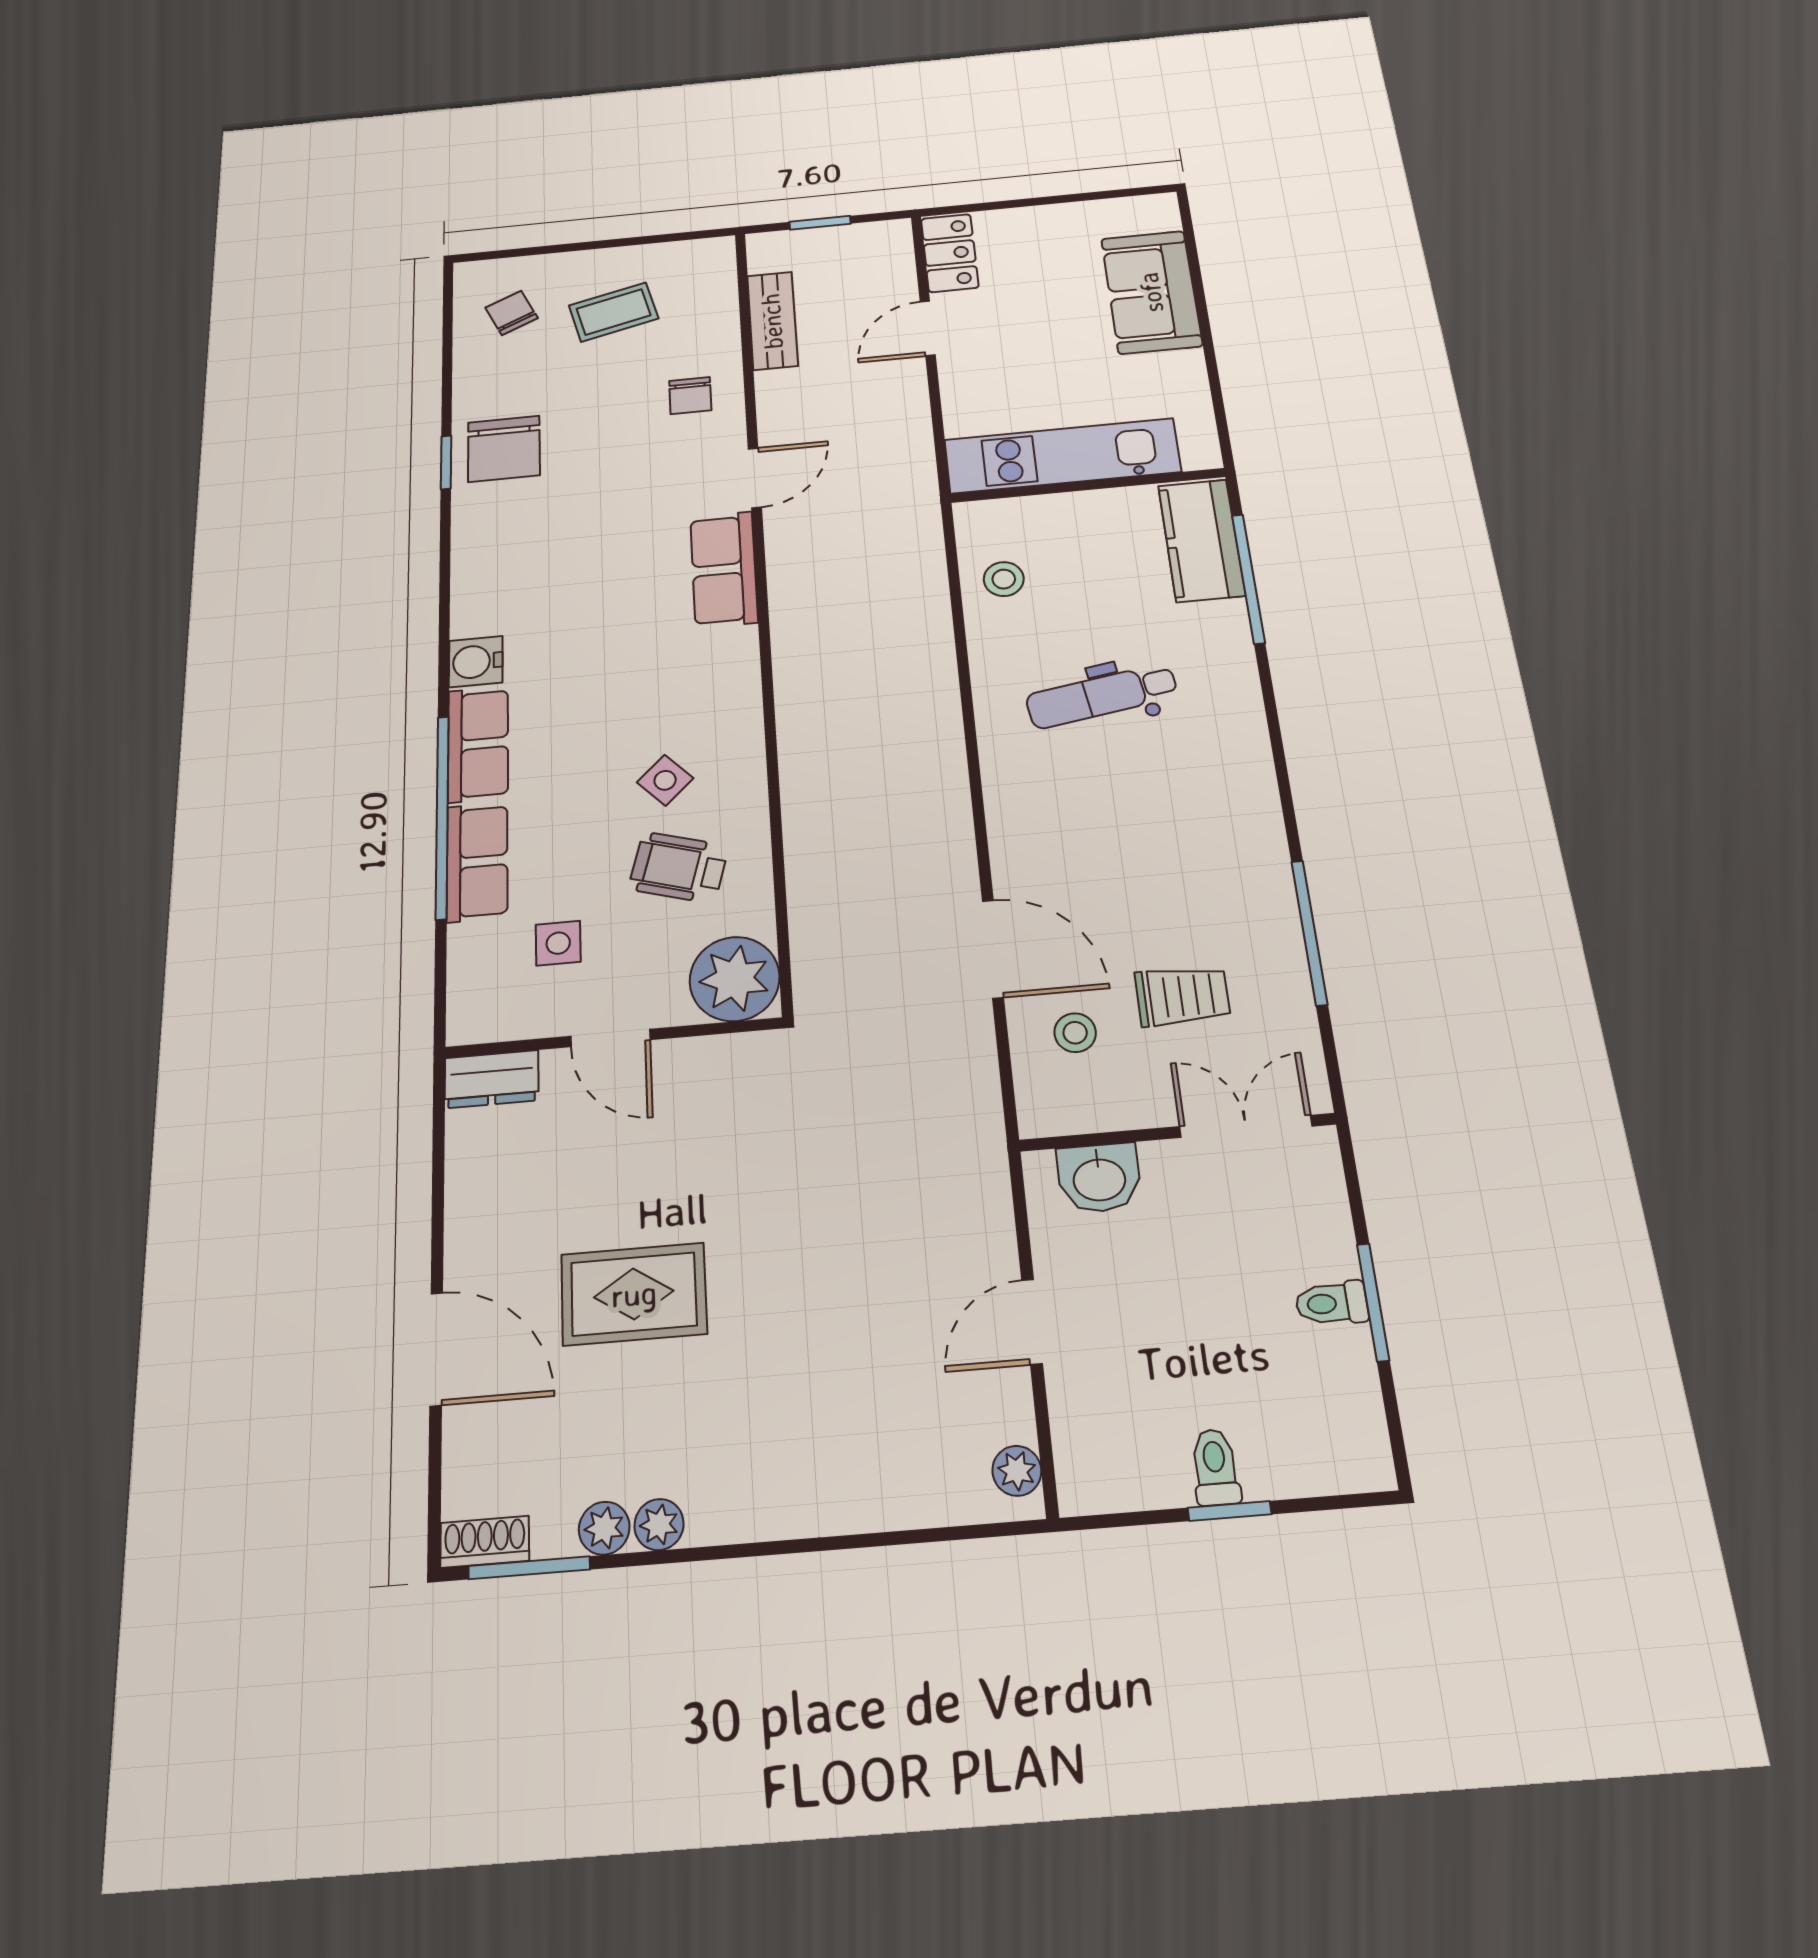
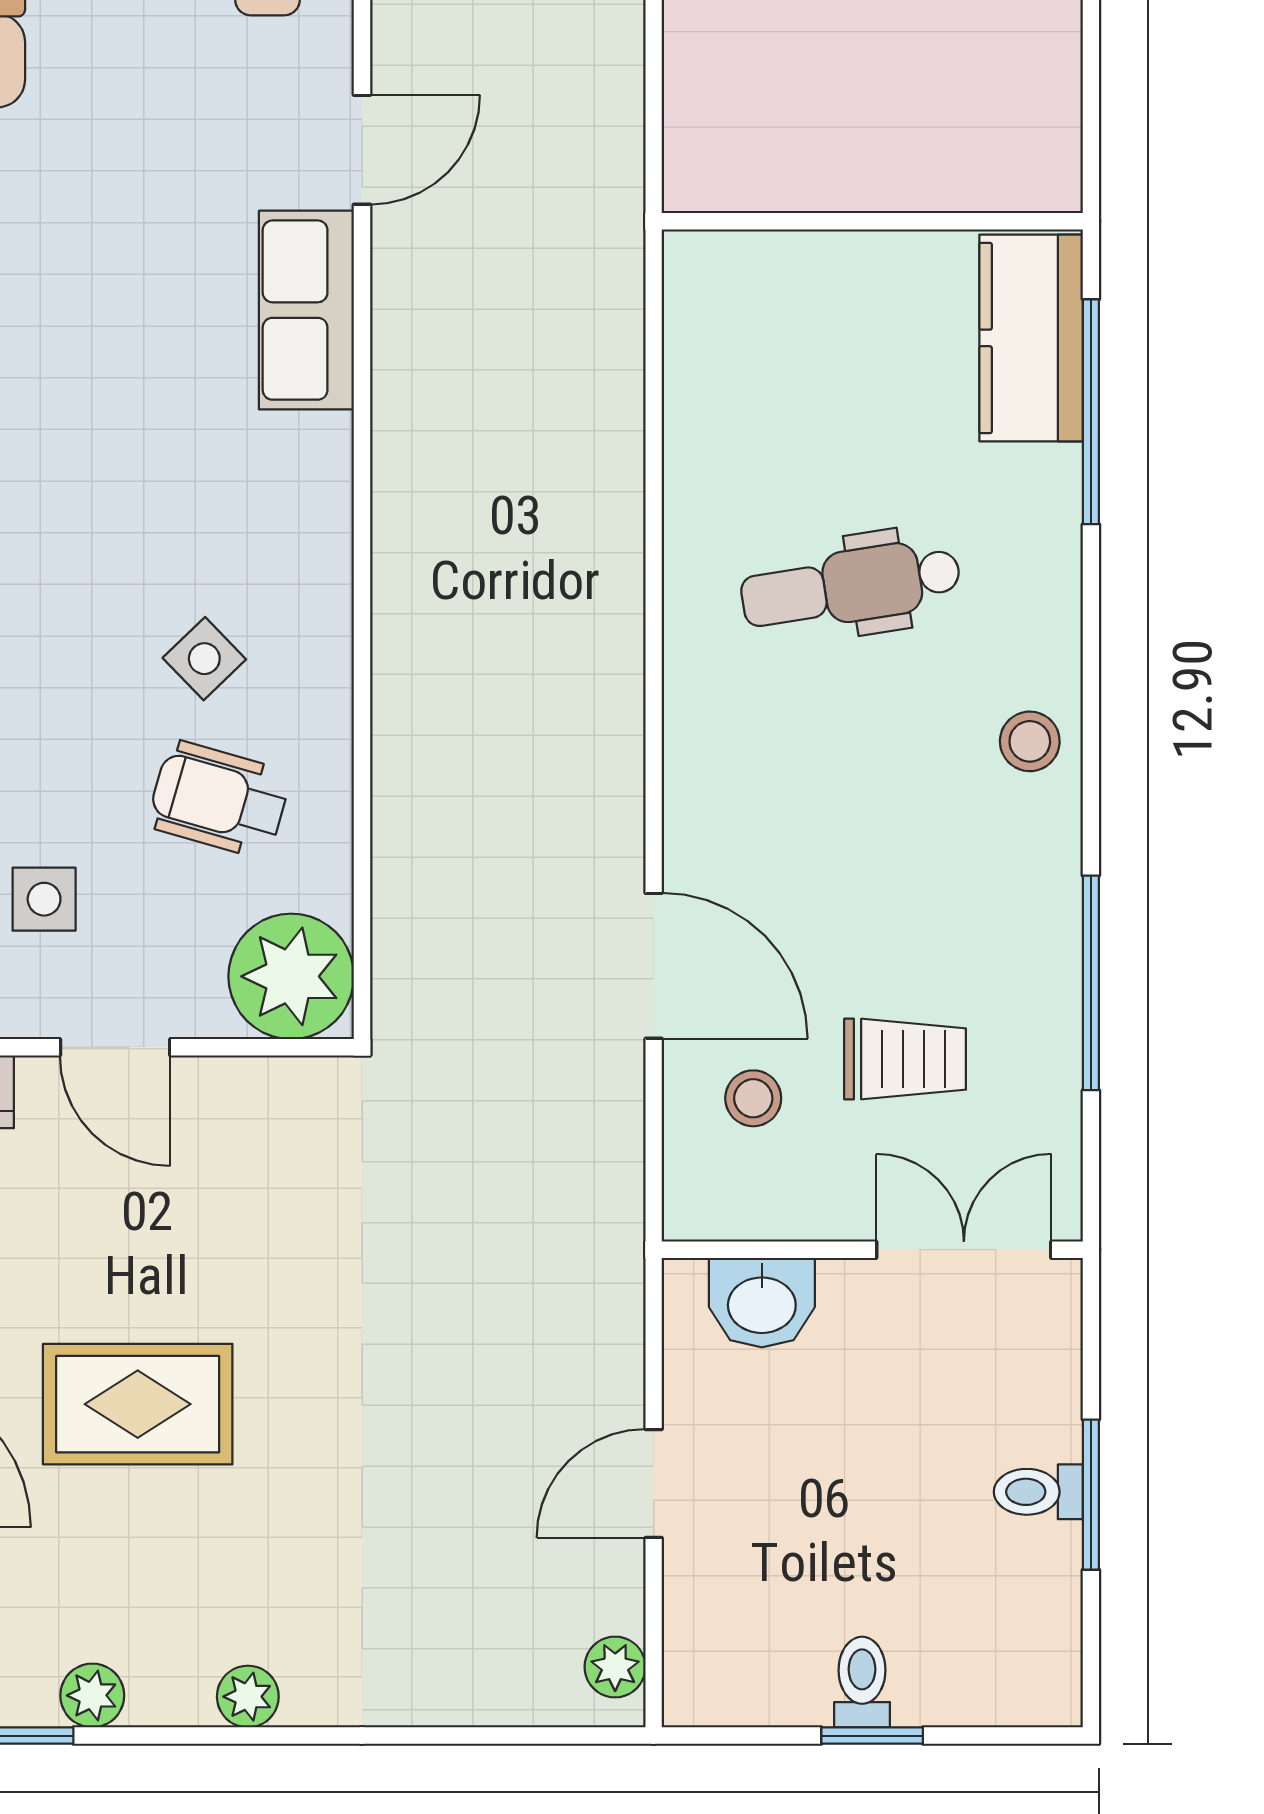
kitchen unit: (1062, 456) -> (840, 163), removed
stool: (1004, 579) -> (1030, 741), moved
plant: (659, 1525) -> (248, 1697), moved

